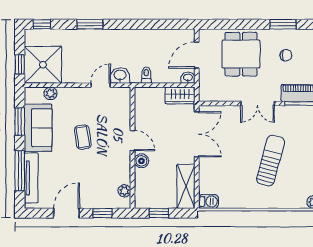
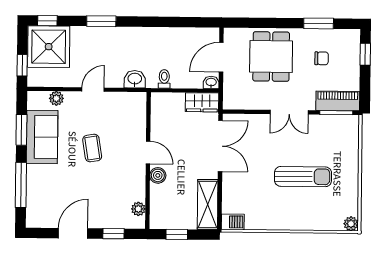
shower: (43, 65) -> (49, 47), moved
door: (101, 85) -> (93, 90), moved
sun lounger: (271, 161) -> (303, 177), turned 75
tv unit: (31, 178) -> (34, 193), removed

